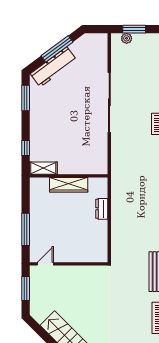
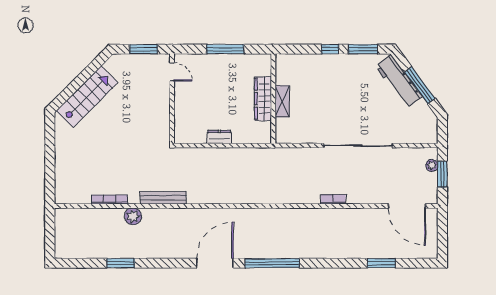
window: (26, 148) -> (330, 49), moved
shelving: (43, 168) -> (282, 101), moved
dresser: (102, 209) -> (219, 137), moved
window: (26, 229) -> (225, 49), moved

